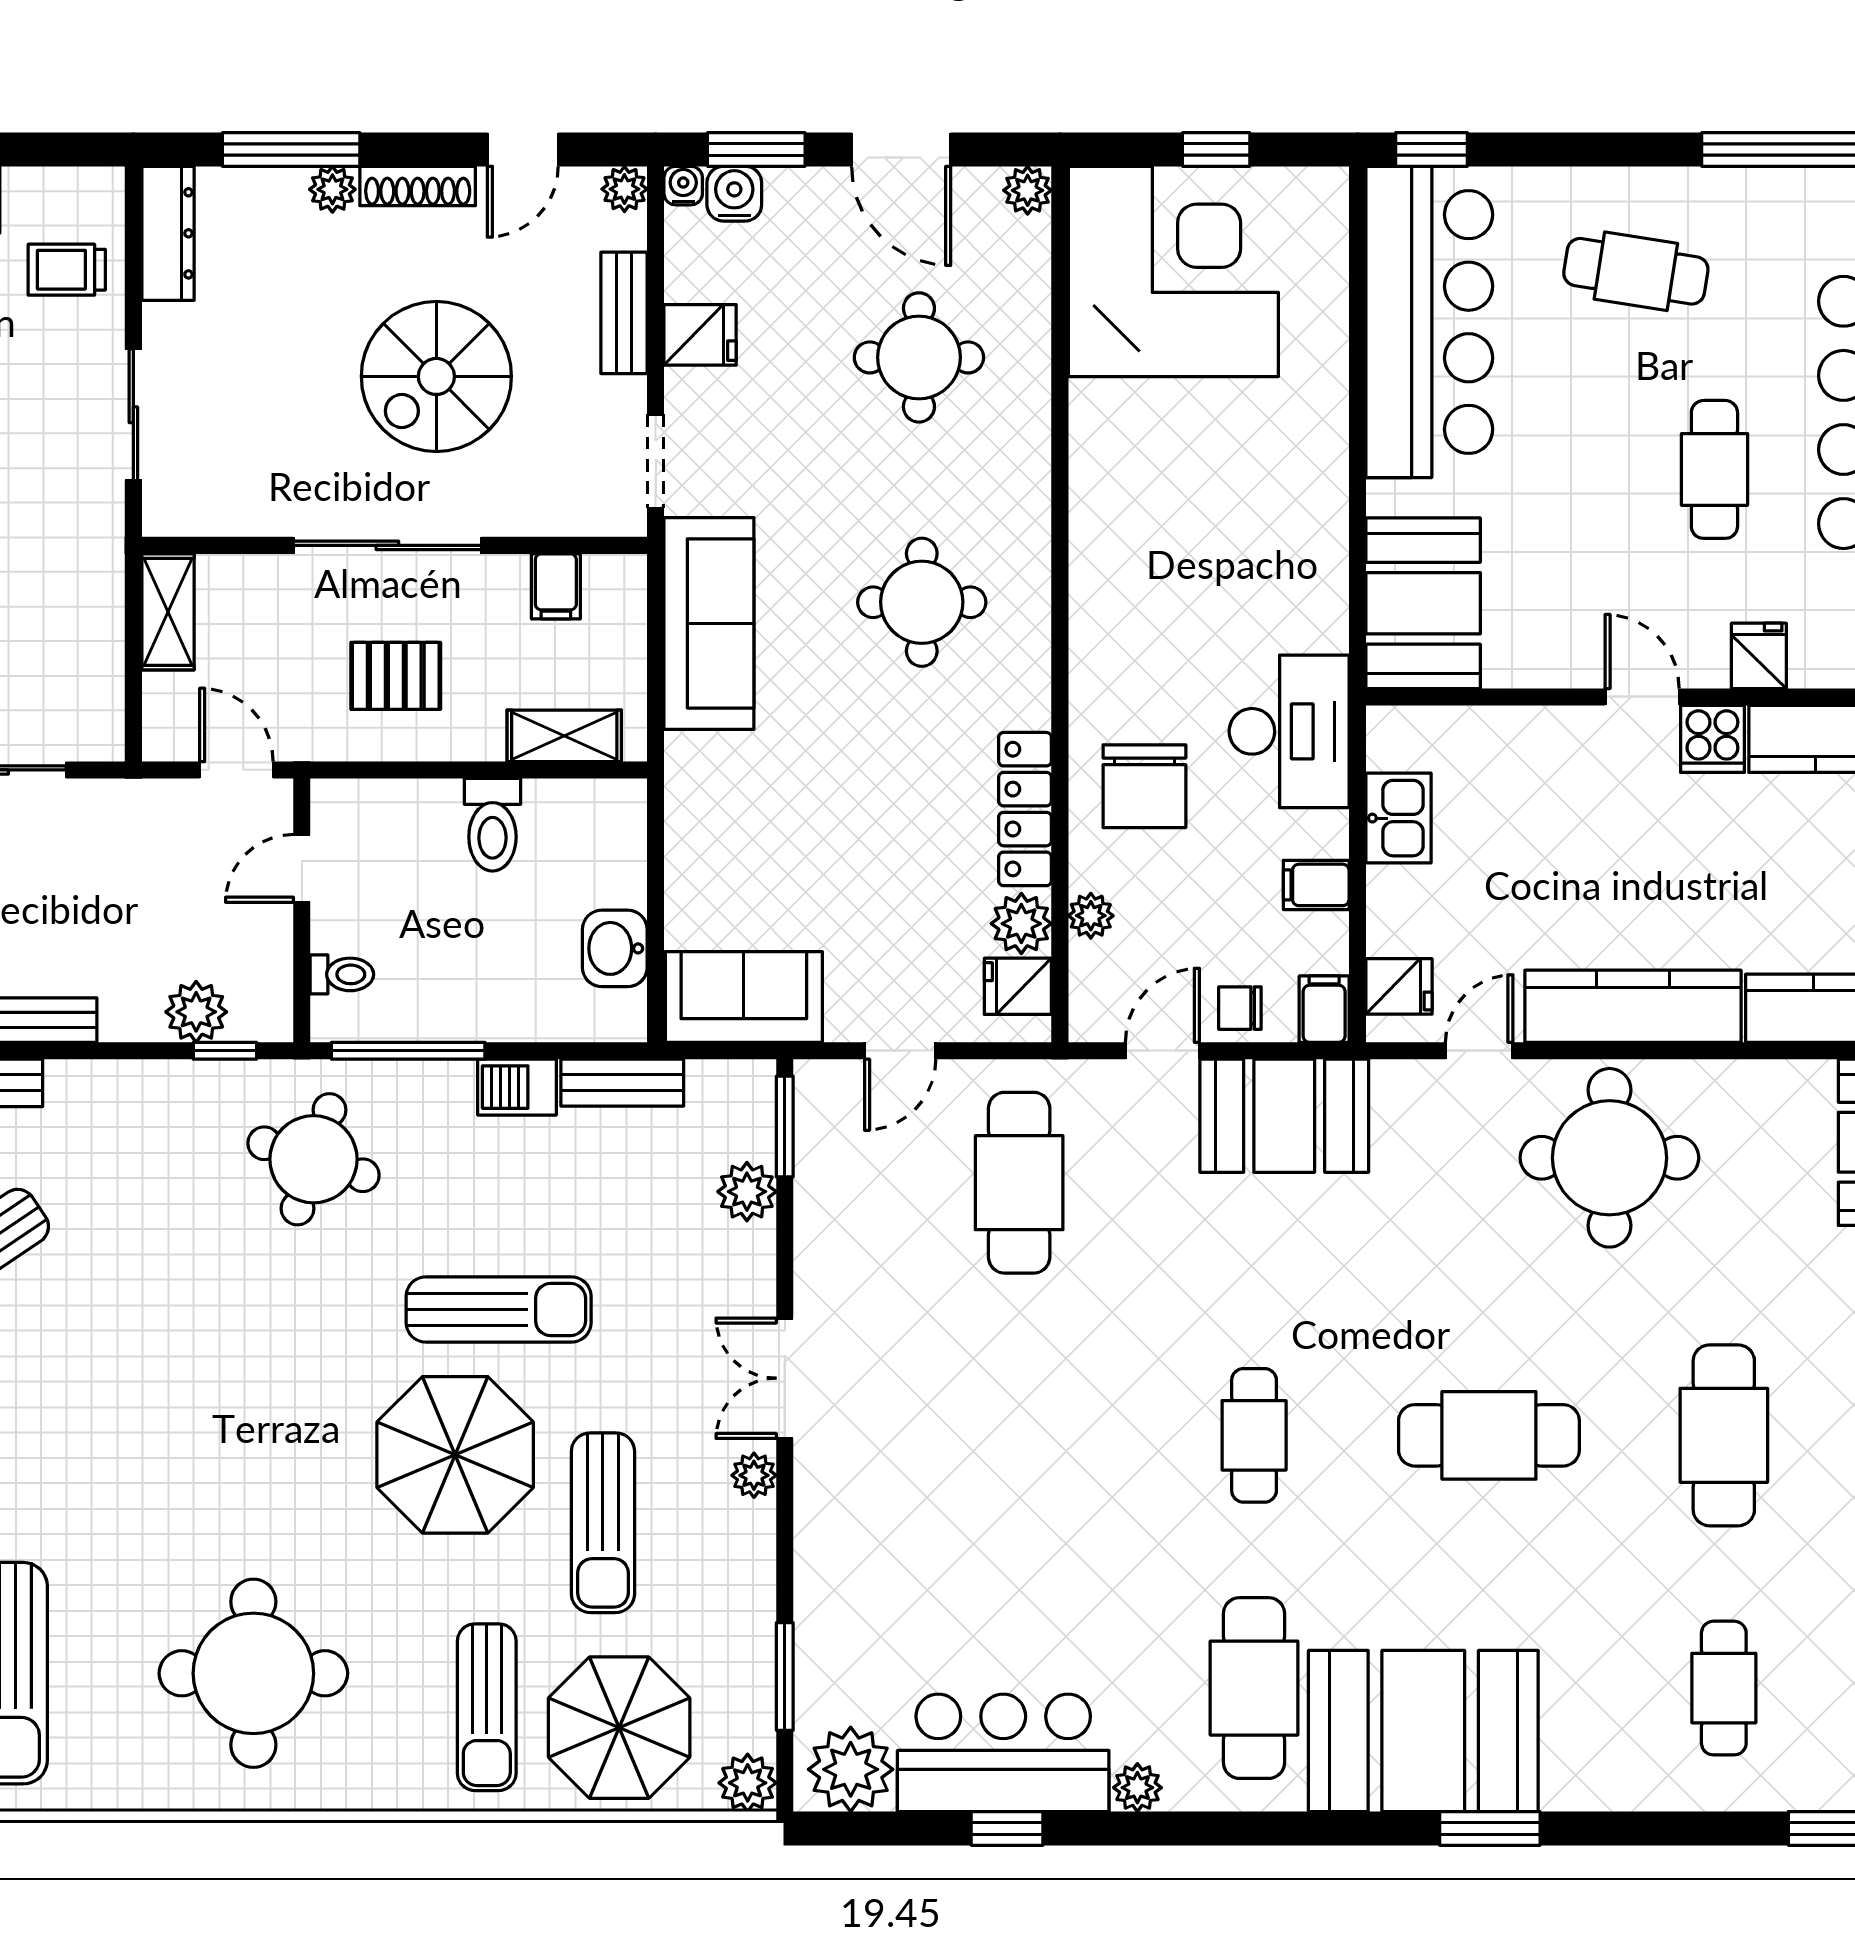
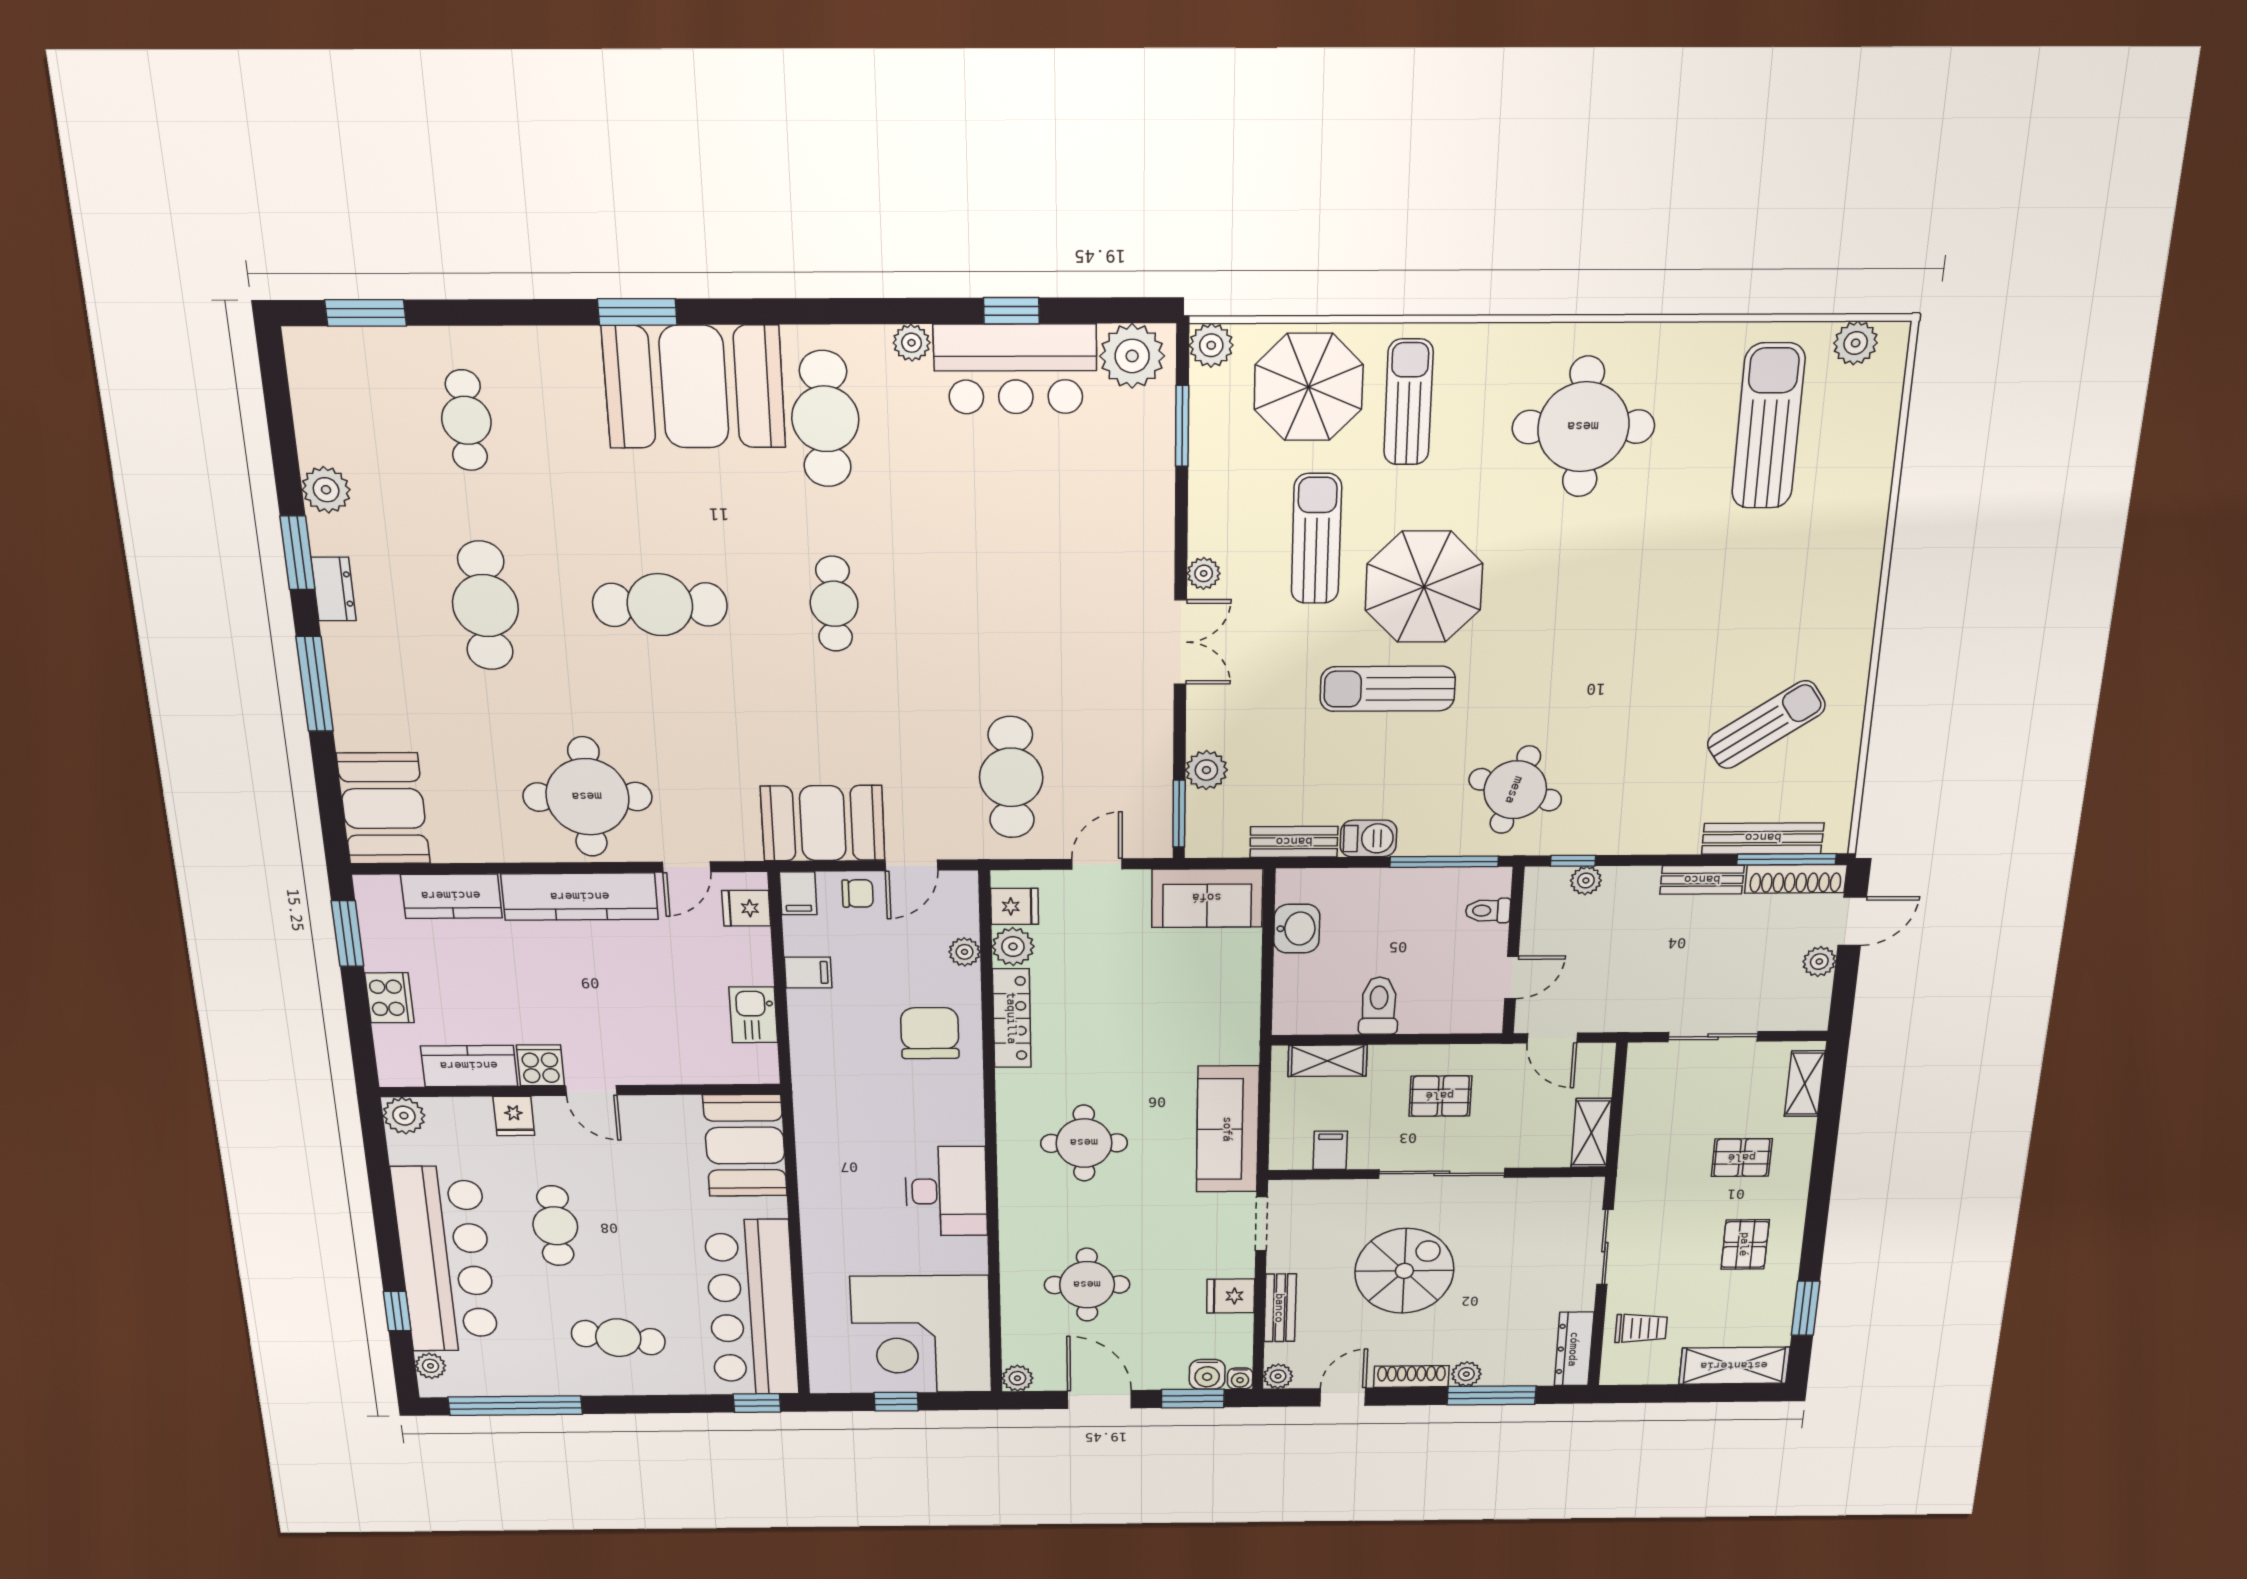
desk: (1289, 731) -> (946, 1191), moved, turned 180
plant: (196, 1012) -> (1586, 880), width x0.73, depth x0.73

